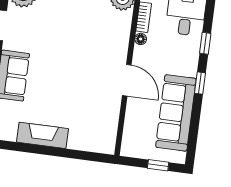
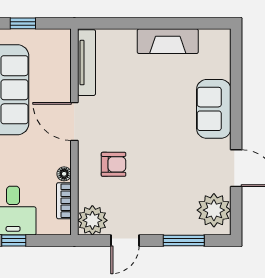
armchair: (100, 41) -> (114, 164), added
tv unit: (111, 127) -> (86, 63), added

